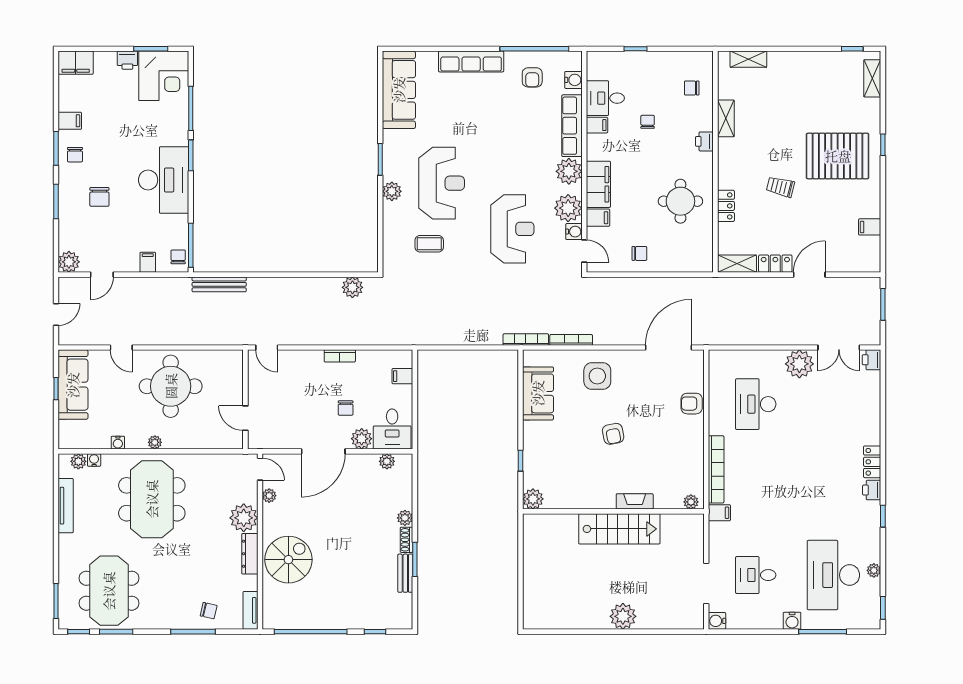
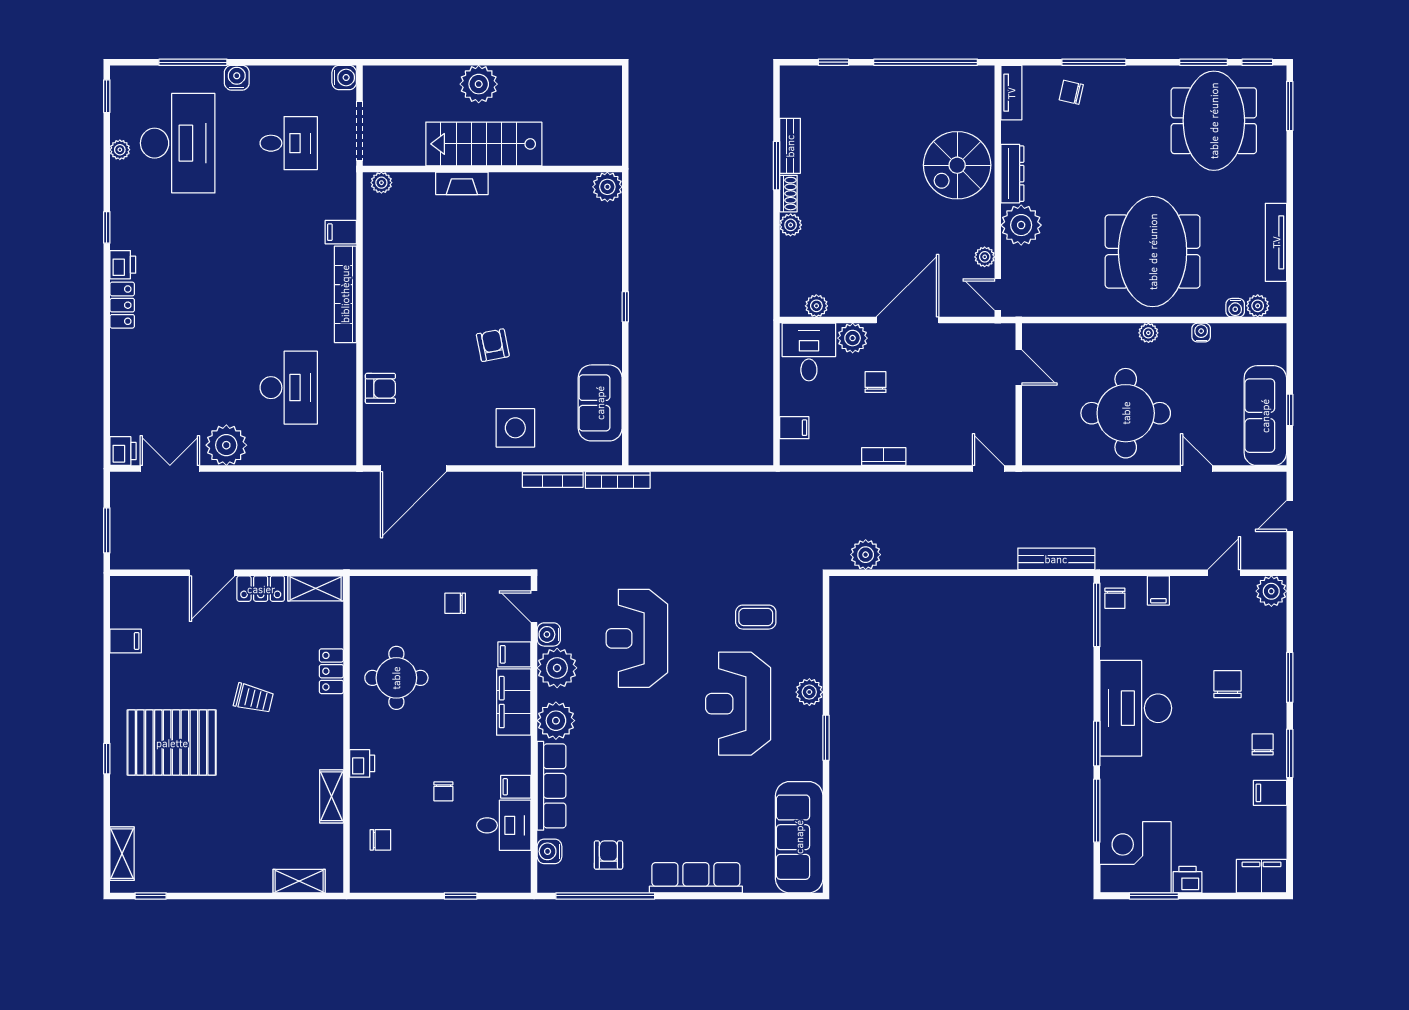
plant: (533, 499) -> (607, 187), moved
fireplace: (635, 501) -> (462, 183), moved
plant: (691, 502) -> (381, 183), moved
wall: (613, 511) -> (492, 169), moved
stairs: (619, 529) -> (484, 144), moved

